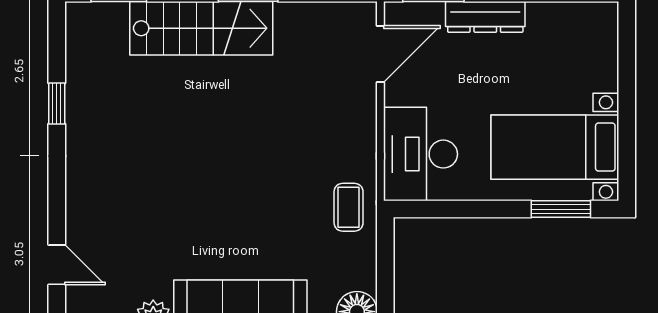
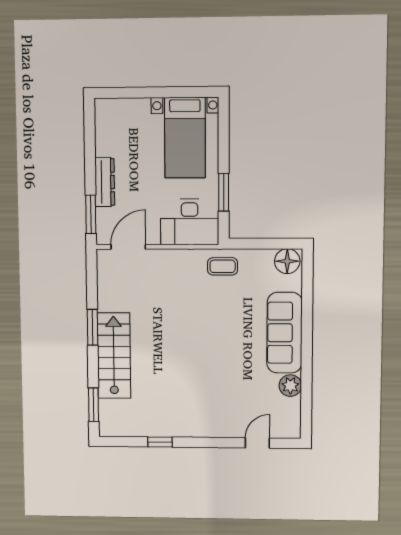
door: (380, 54) -> (128, 247), hinge flipped
window: (561, 209) -> (224, 192), moved

